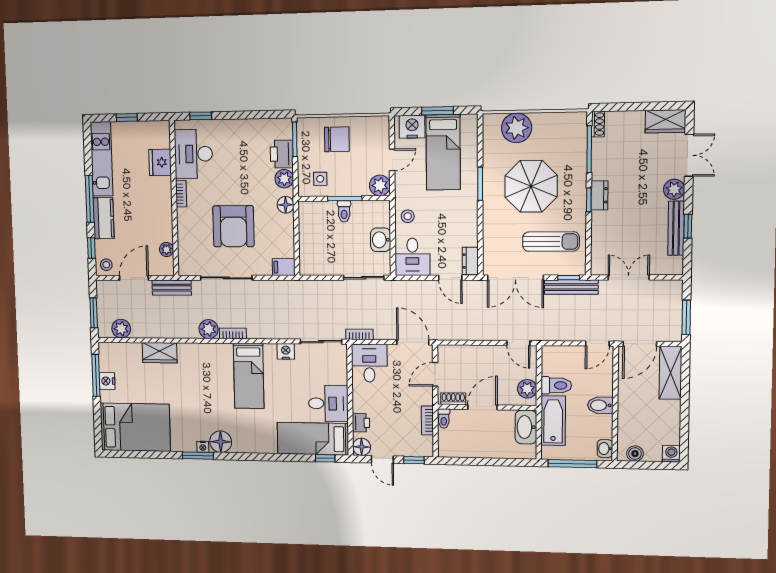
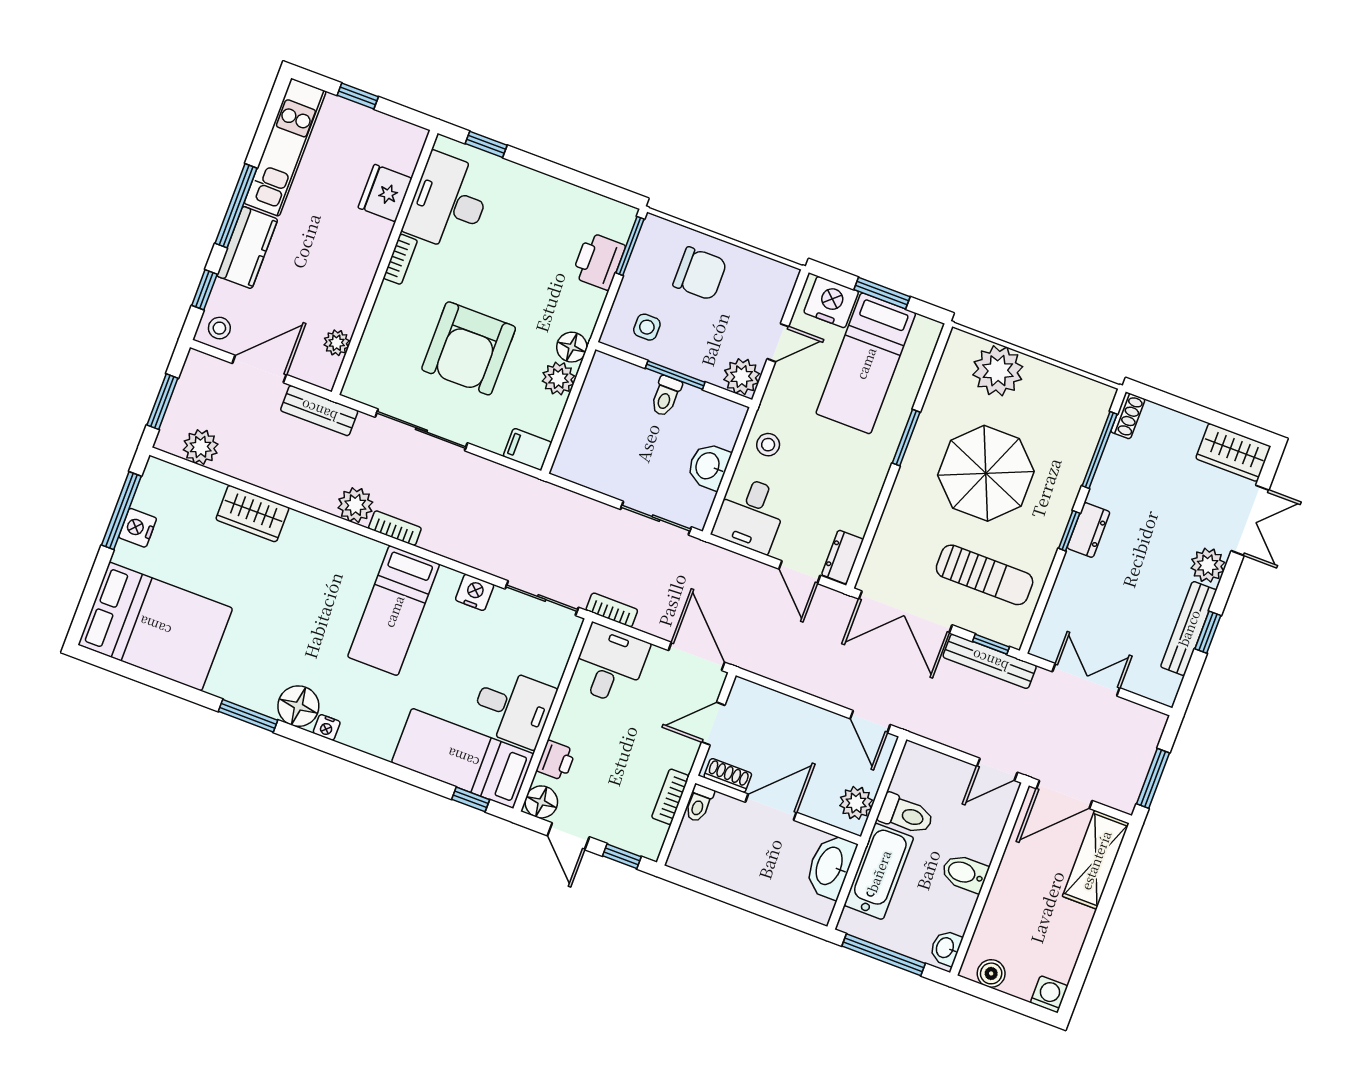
plant: (284, 179) -> (558, 378), moved
nightstand: (203, 447) -> (327, 727), moved

